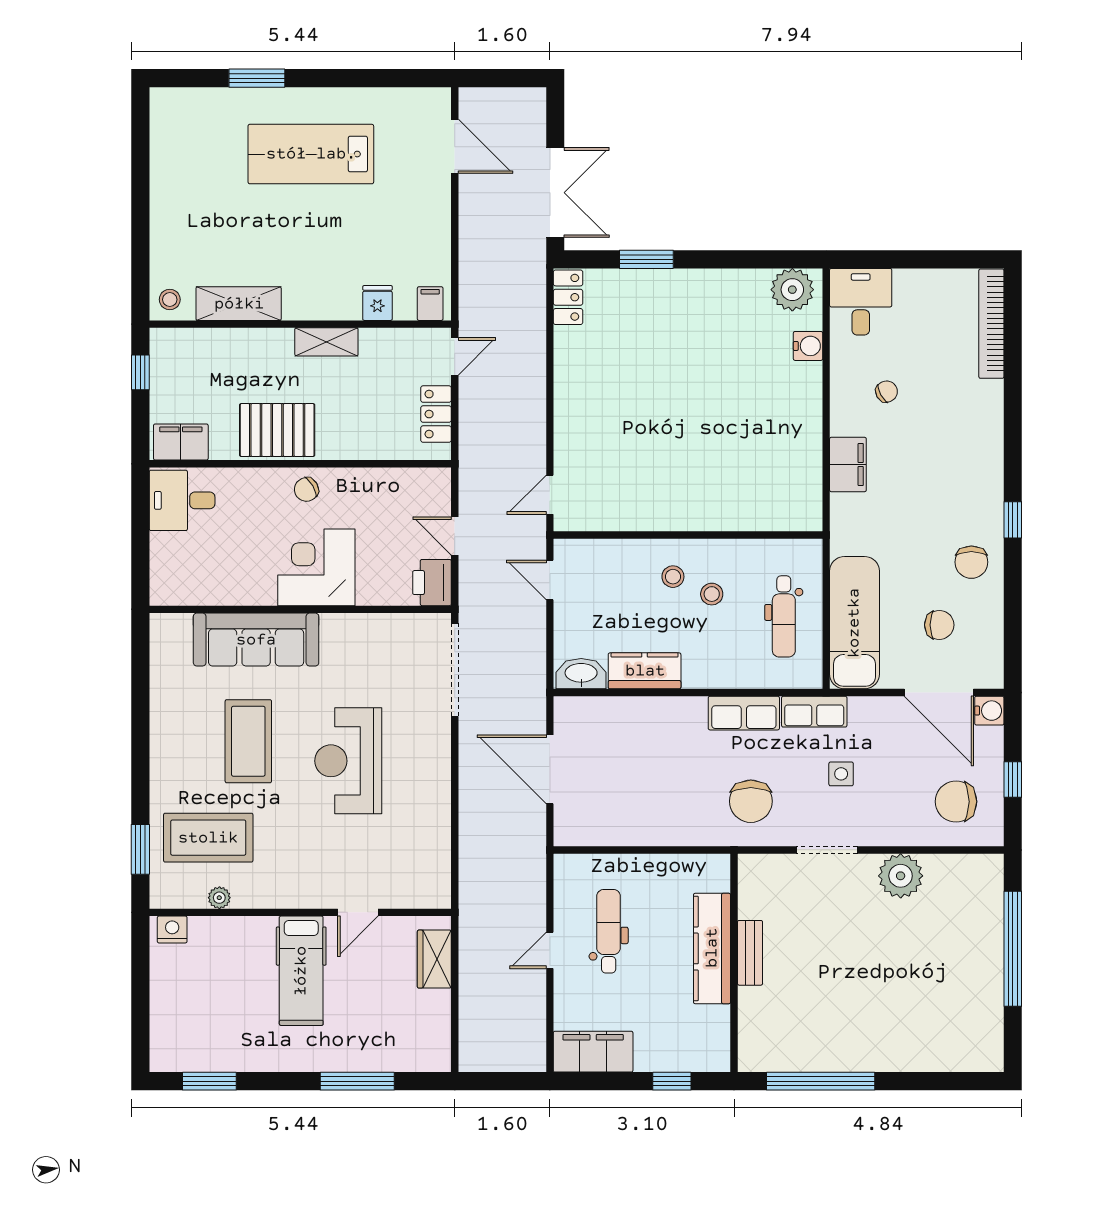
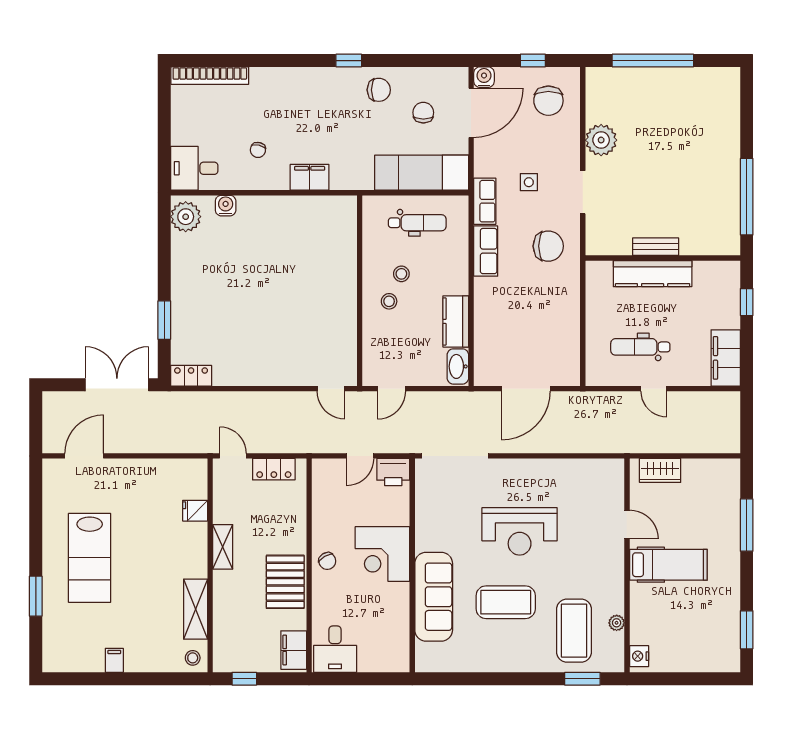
filing cabinet: (430, 304) -> (114, 660), moved, turned 90
chair: (887, 392) -> (258, 150), turned -138

